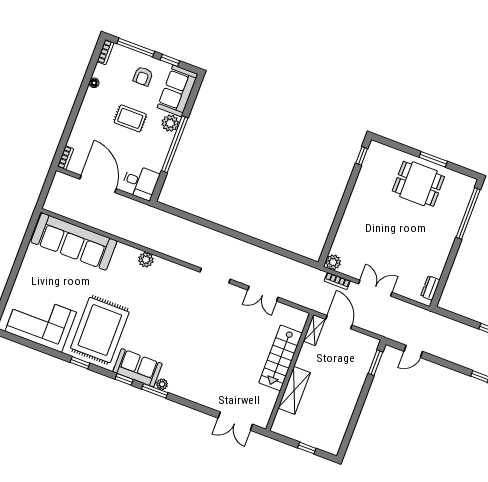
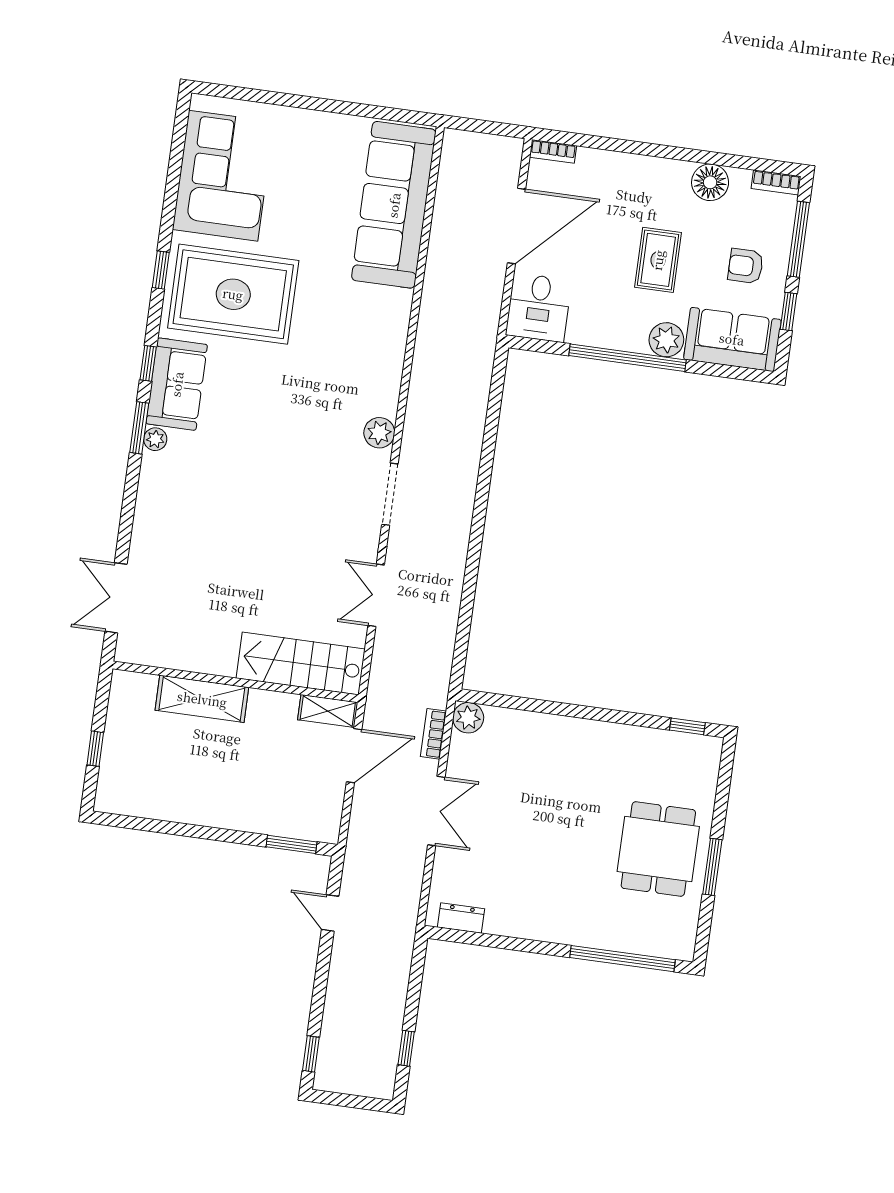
floor lamp: (94, 83) -> (710, 182), width x1.89, depth x1.89
plant: (146, 260) -> (379, 433), moved
stairs: (281, 358) -> (301, 664), moved

